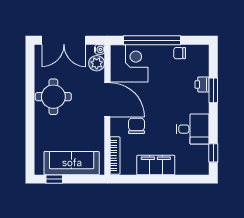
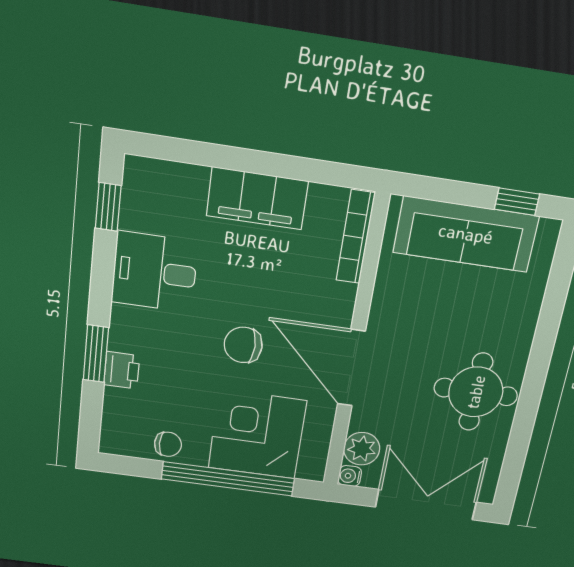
corner desk: (129, 63) -> (257, 434), moved, turned 90
chair: (136, 126) -> (243, 345), moved, turned 90

